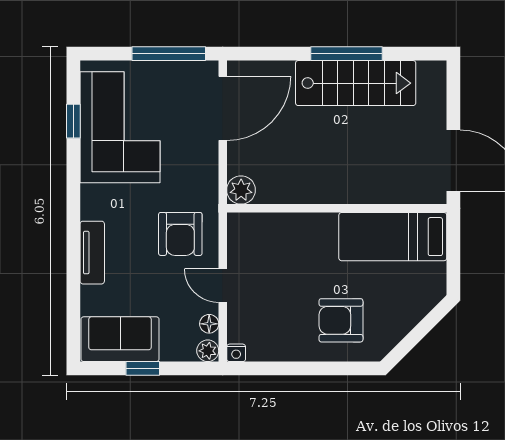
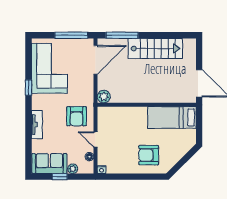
window: (346, 54) -> (122, 35), moved
window: (73, 121) -> (28, 88), moved
plant: (208, 351) -> (73, 169), moved

